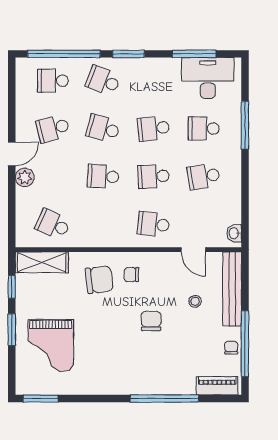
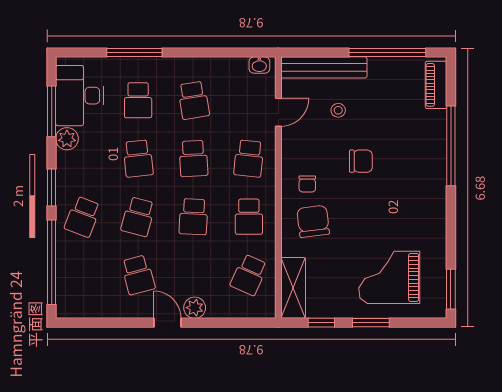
plant: (171, 67) -> (67, 139), added
school desk: (53, 81) -> (249, 217), moved
chair: (151, 321) -> (361, 161), turned 180
grand piano: (51, 345) -> (389, 277), turned 180
chair: (231, 348) -> (392, 68), removed

